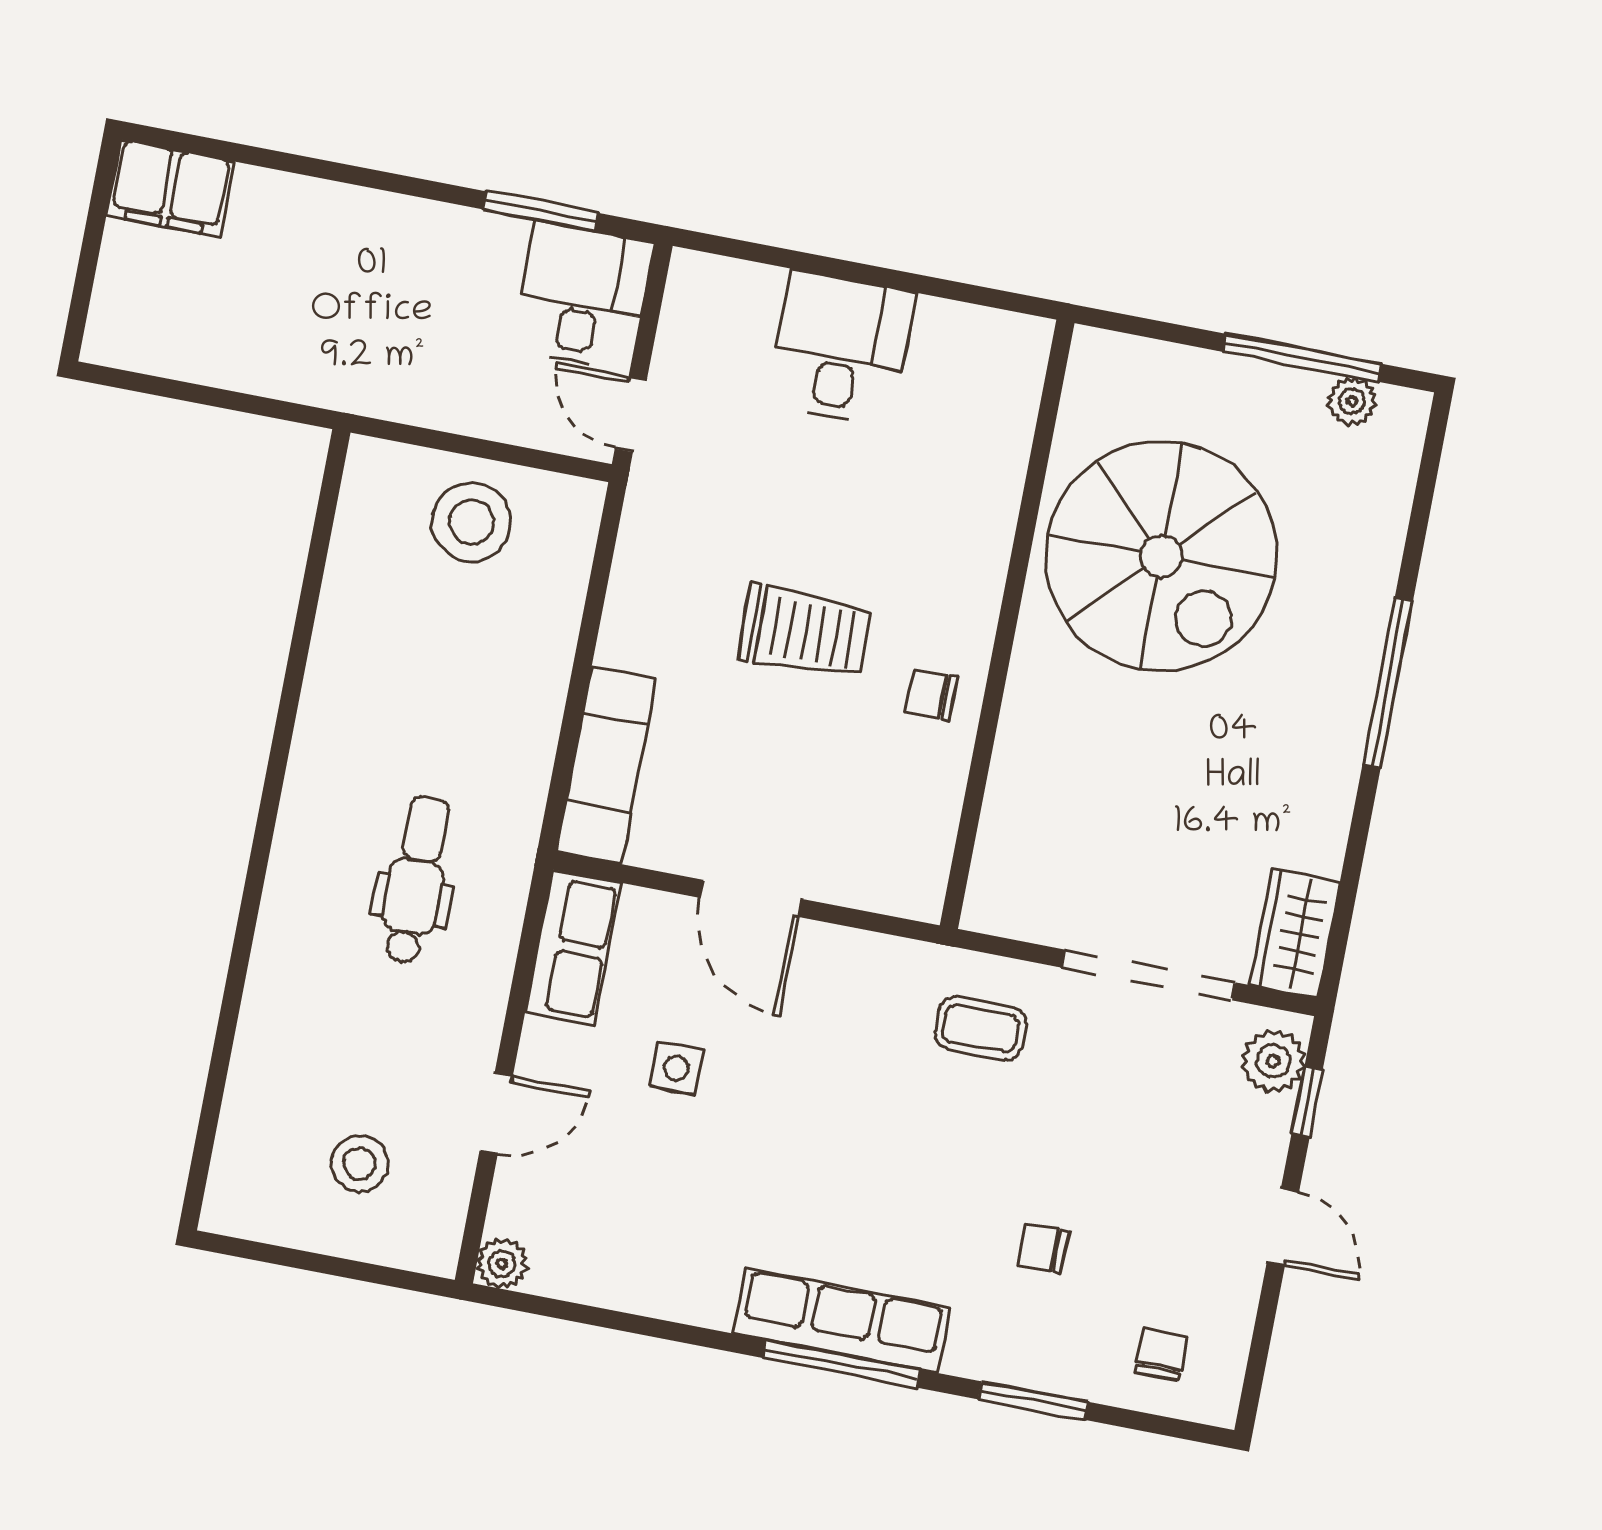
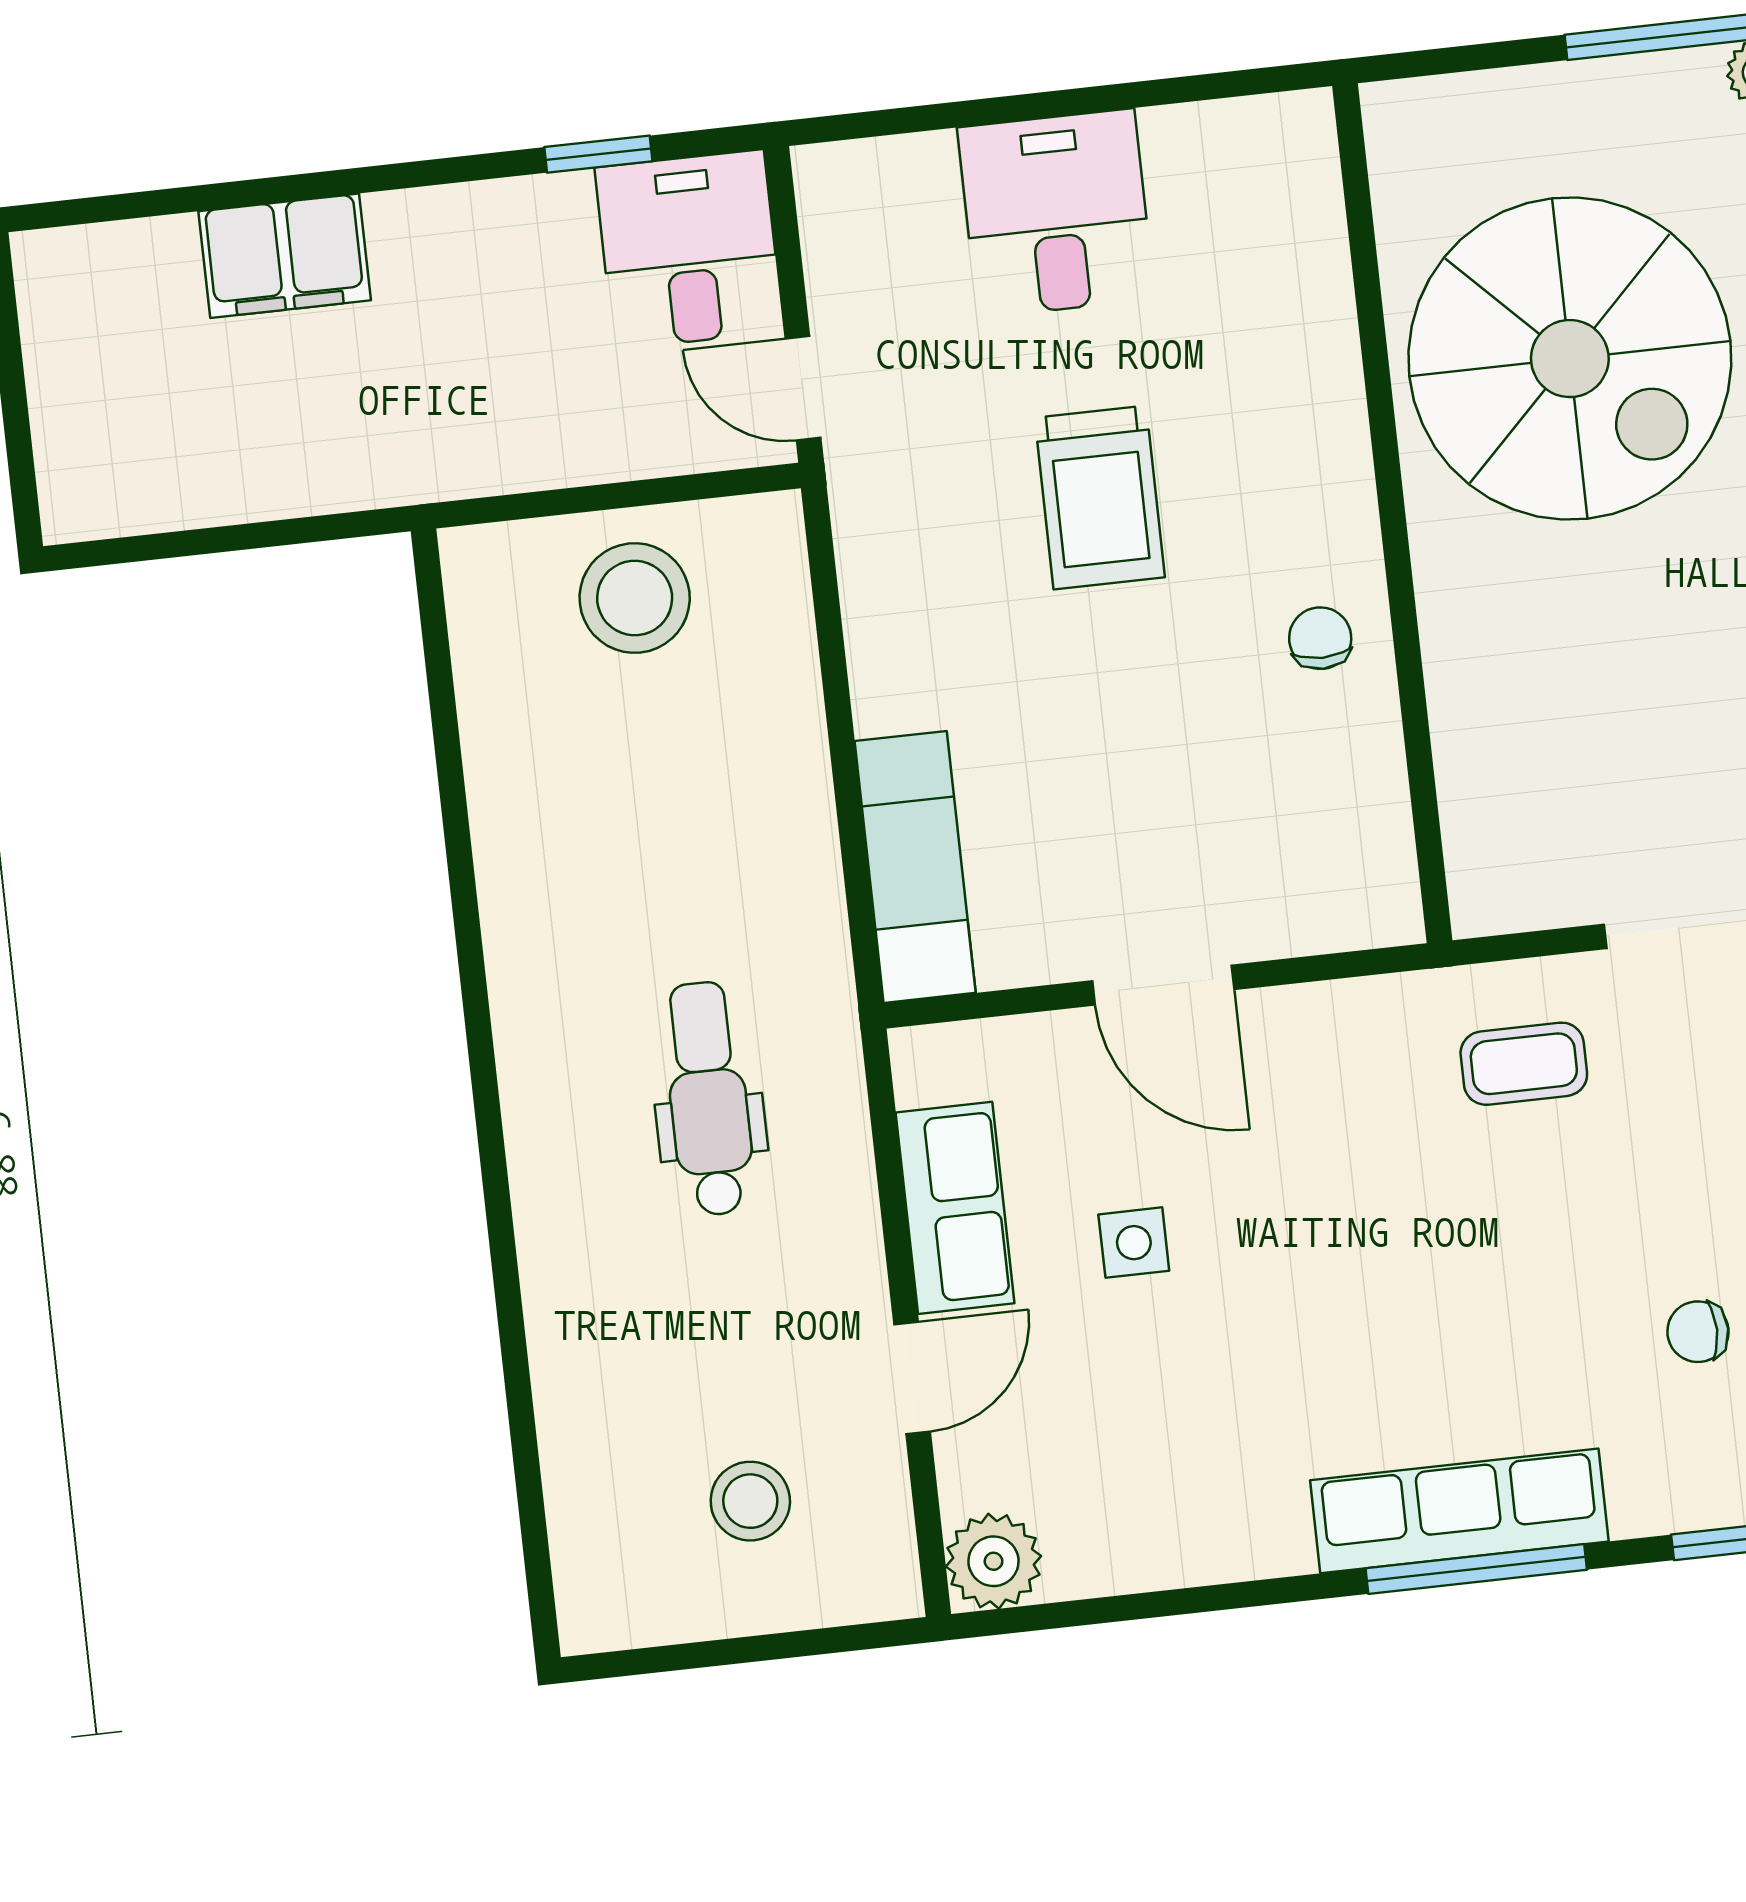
filing cabinet: (170, 188) -> (285, 256), moved
window: (541, 211) -> (598, 154), width x0.67
trolley: (805, 632) -> (1100, 497), moved, turned 91
chair: (931, 695) -> (1320, 638), turned 90
row of seats: (573, 947) -> (955, 1208), moved
plant: (502, 1264) -> (994, 1561), width x1.38, depth x1.38

